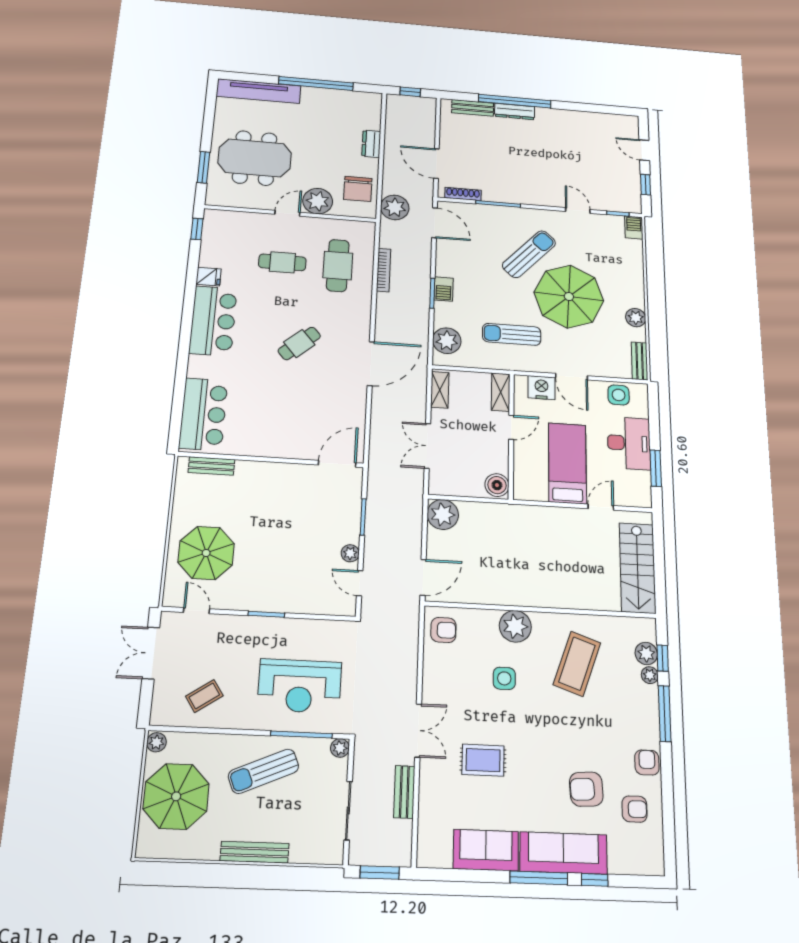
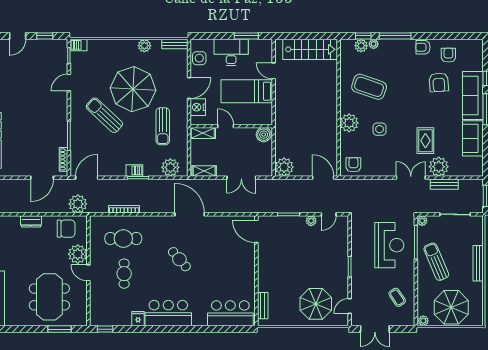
sun lounger: (264, 771) -> (436, 262), turned 180
plant: (436, 783) -> (439, 167), added

